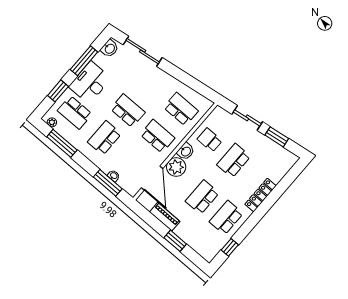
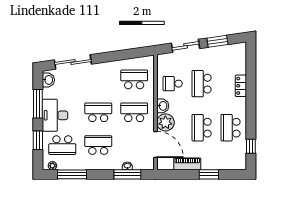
school desk: (104, 138) -> (98, 145), turned 90
locker: (261, 195) -> (241, 86), width x0.66

